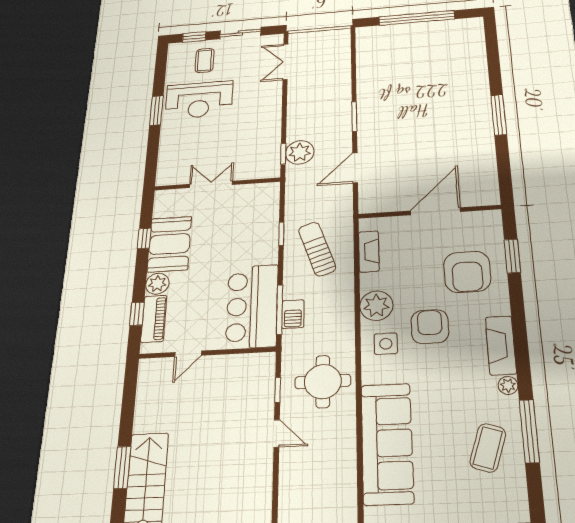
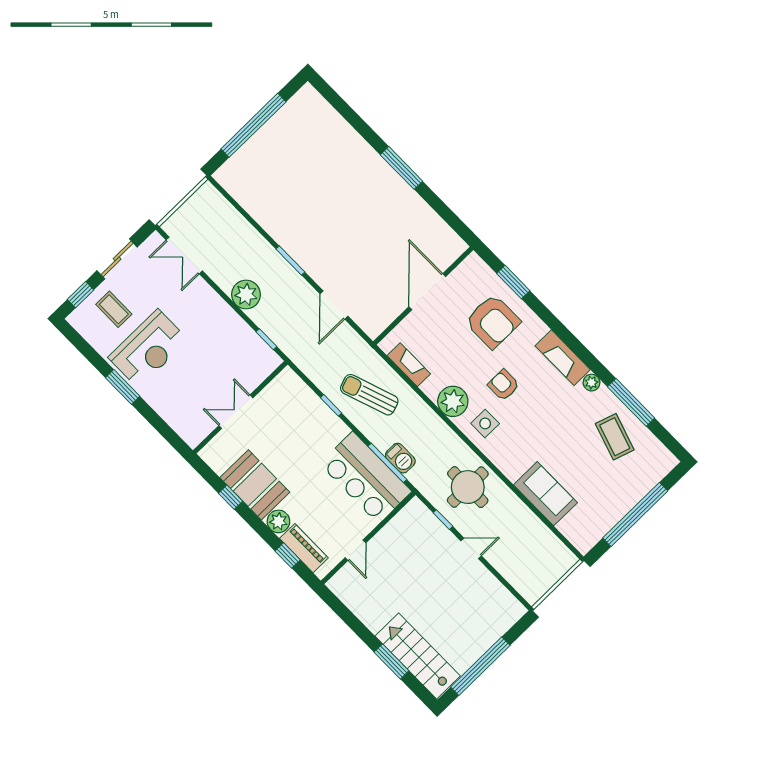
plant: (300, 152) -> (246, 295), moved
armchair: (430, 327) -> (504, 385), width x0.72, depth x0.72
sofa: (387, 443) -> (545, 494), width x0.54, depth x0.79

